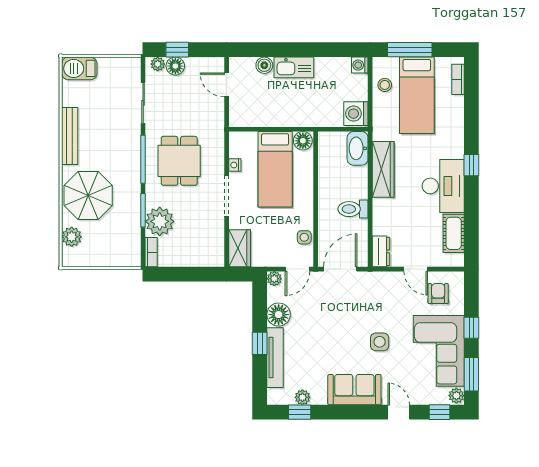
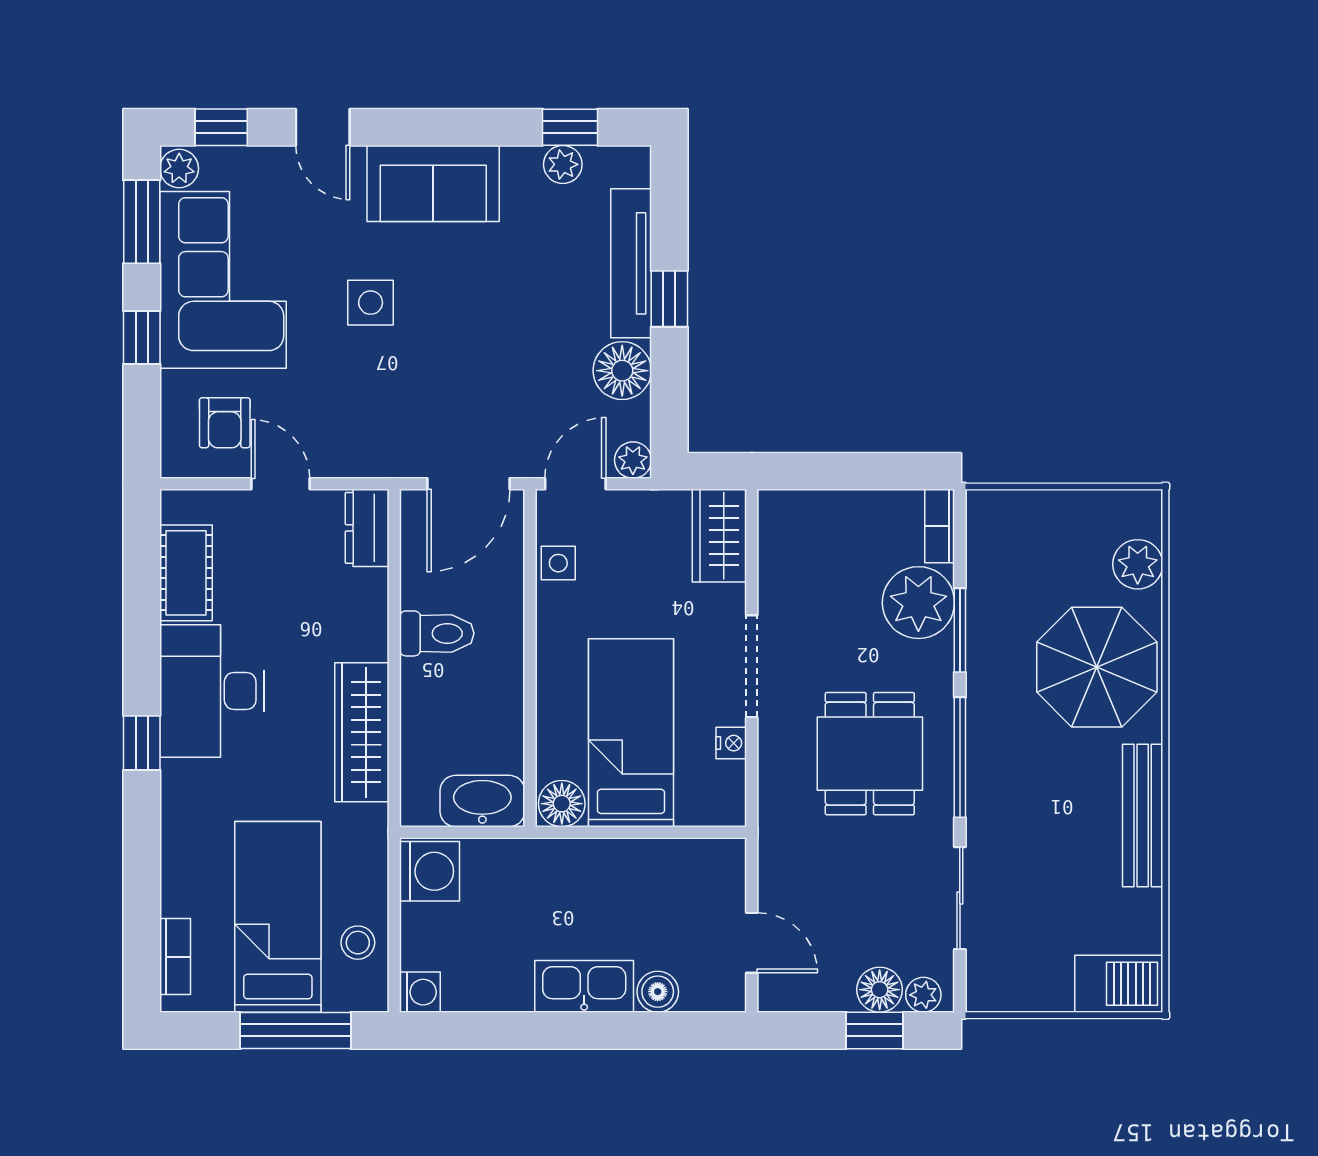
washbasin: (358, 148) -> (482, 801), moved, turned -90

